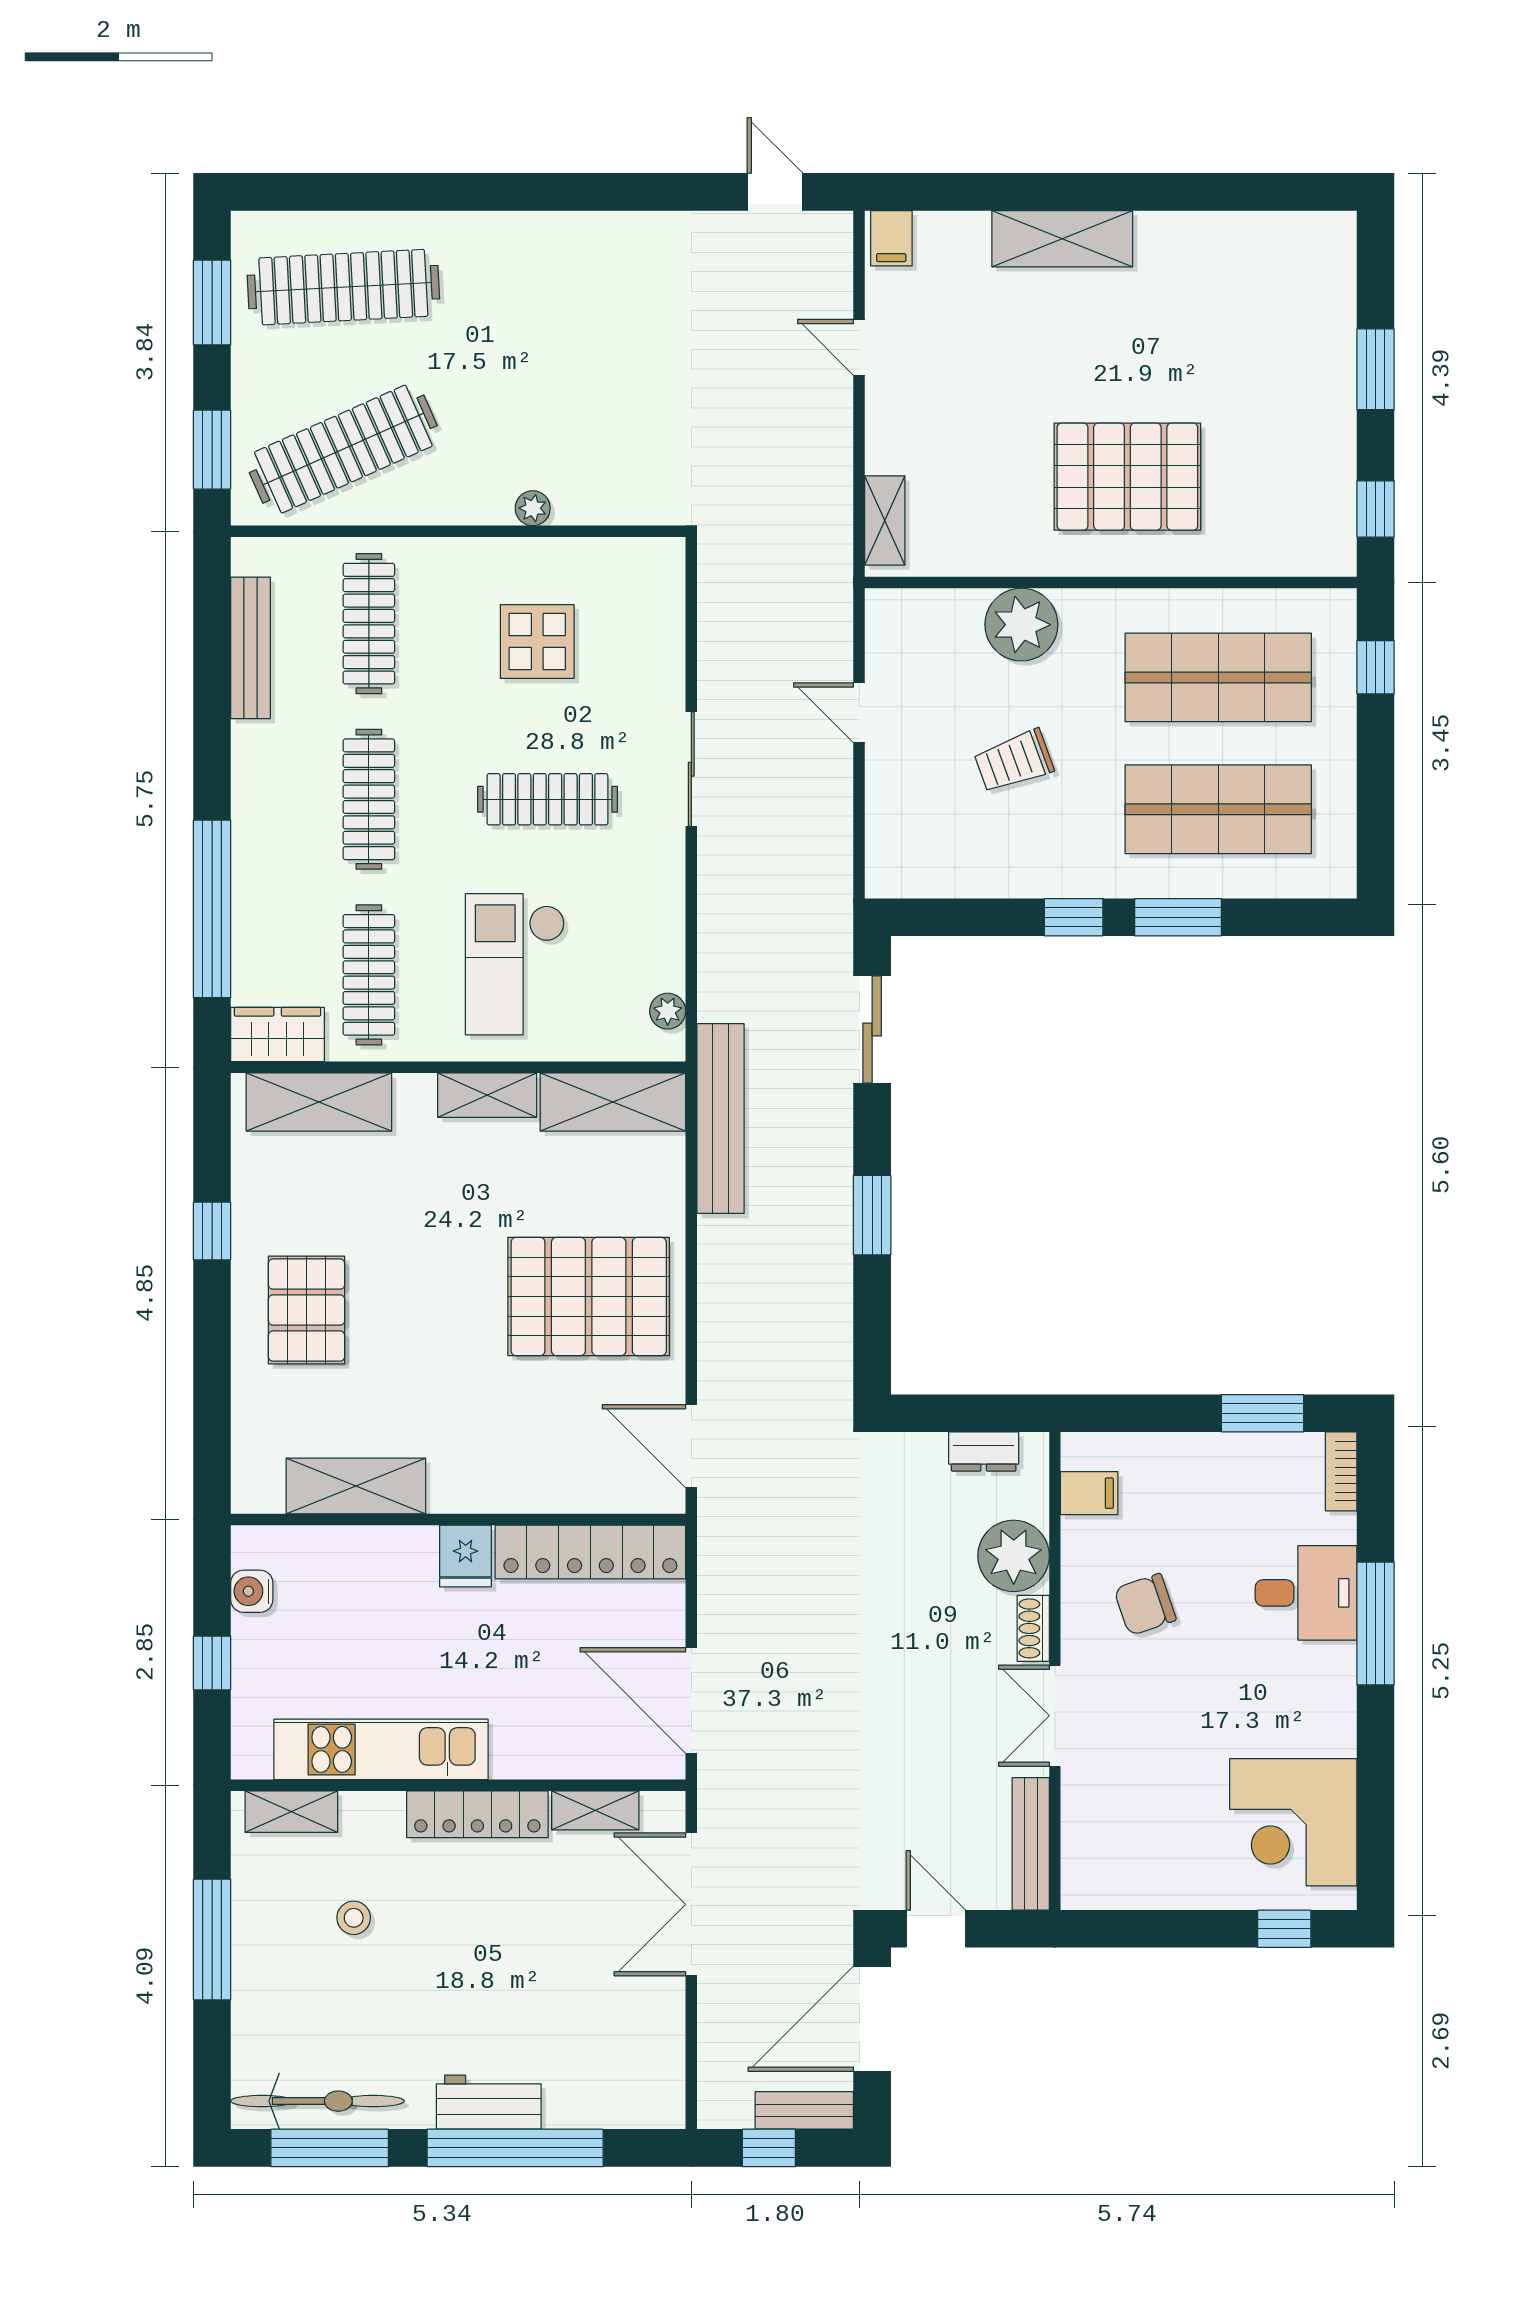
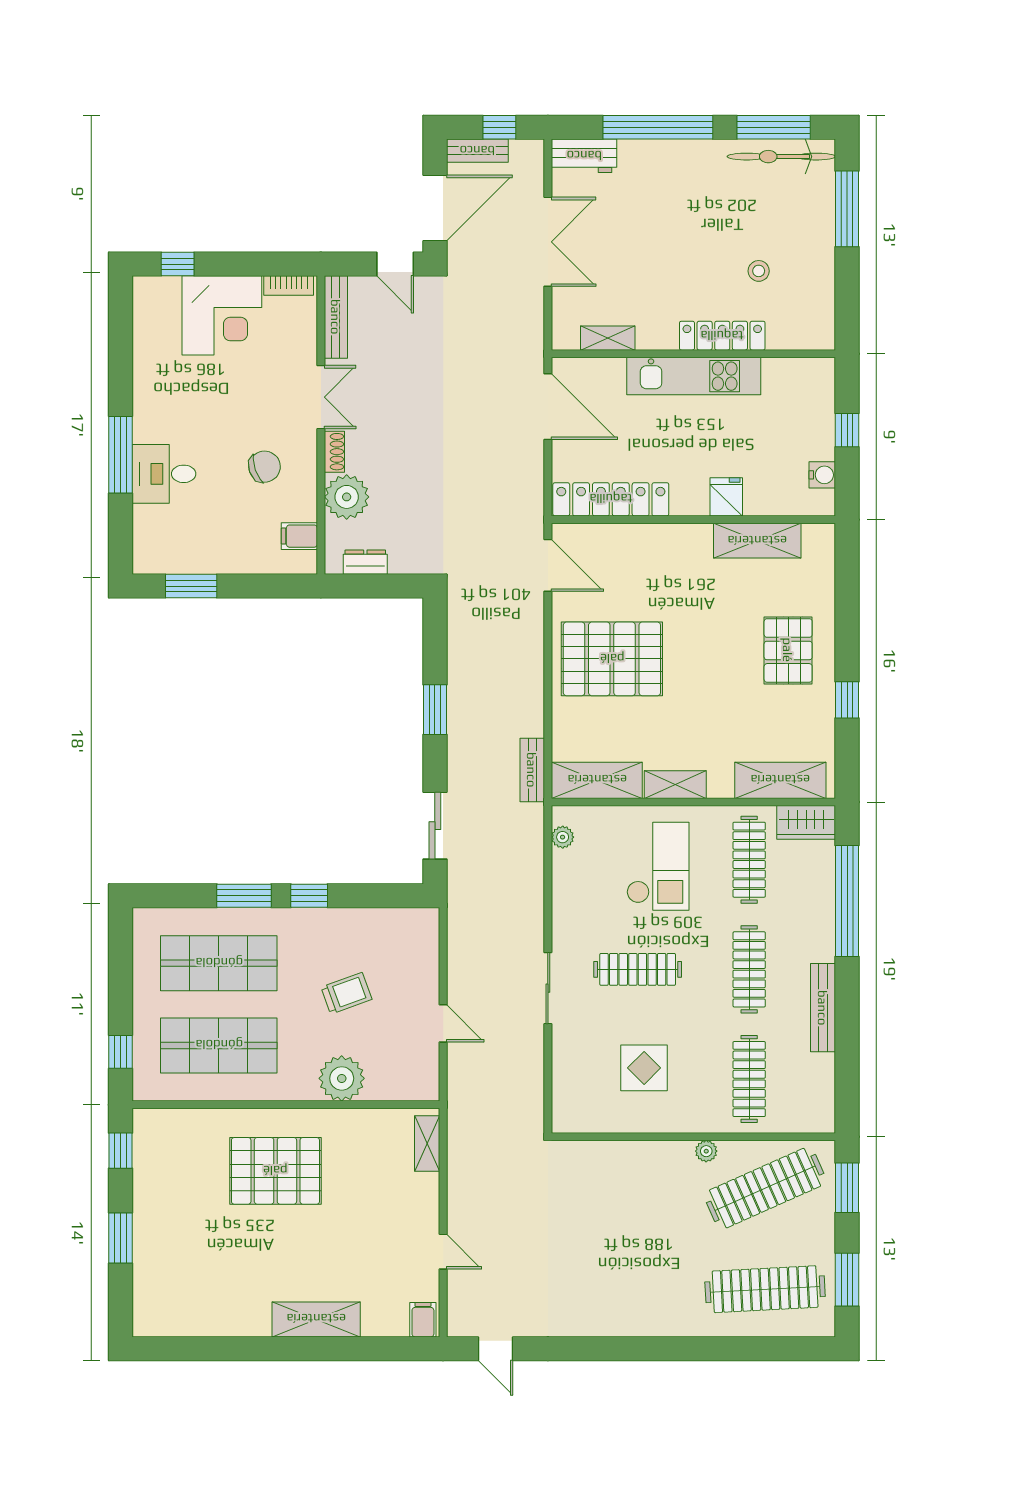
plant: (533, 508) -> (706, 1151), moved
bench: (250, 648) -> (823, 1008), moved
bench: (720, 1119) -> (532, 770), width x0.54, depth x0.82
bookcase: (1341, 1471) -> (289, 286), moved, turned 90
fridge: (466, 1556) -> (726, 497), moved
kitchen unit: (381, 1749) -> (694, 376), moved
shelving: (291, 1812) -> (798, 337), removed
locker: (477, 1814) -> (722, 336), moved
corner desk: (1293, 1822) -> (222, 315), moved, turned 90
double door: (691, 1904) -> (548, 242), moved
window: (212, 1940) -> (847, 209), moved
workbench: (489, 2102) -> (584, 156), moved

